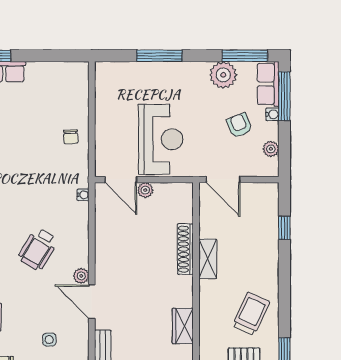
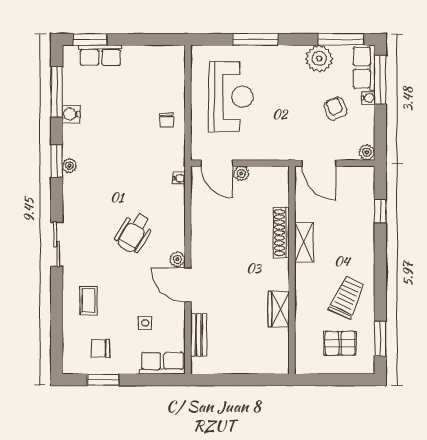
reception desk: (161, 139) -> (231, 97), moved
plant: (271, 149) -> (367, 152), moved

